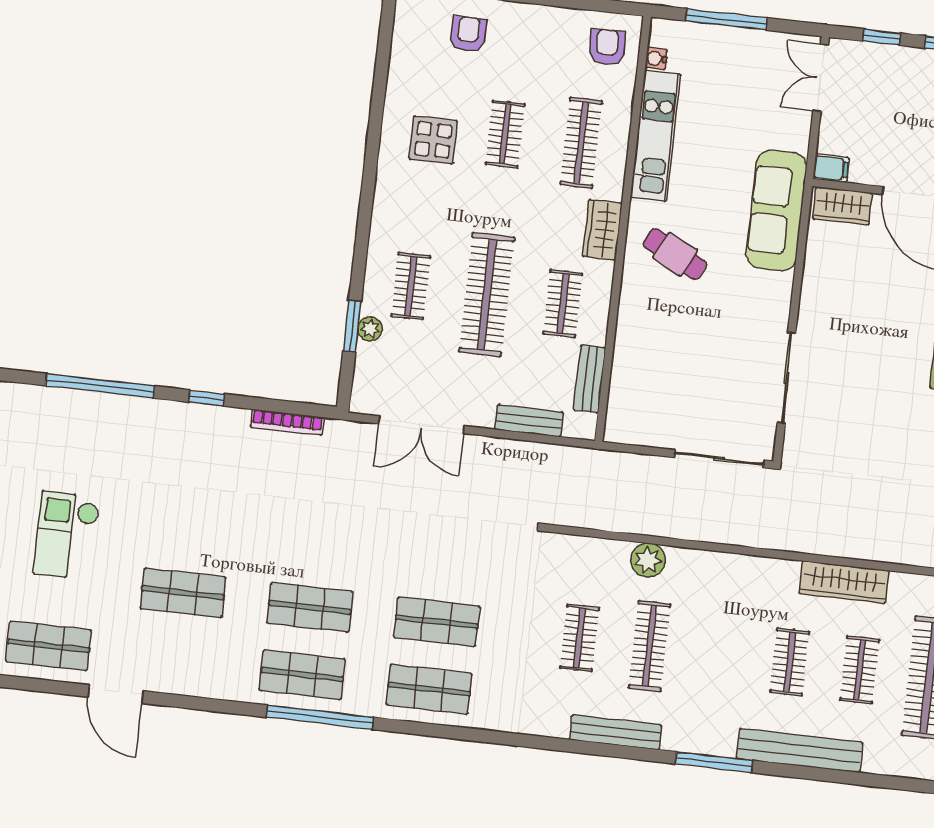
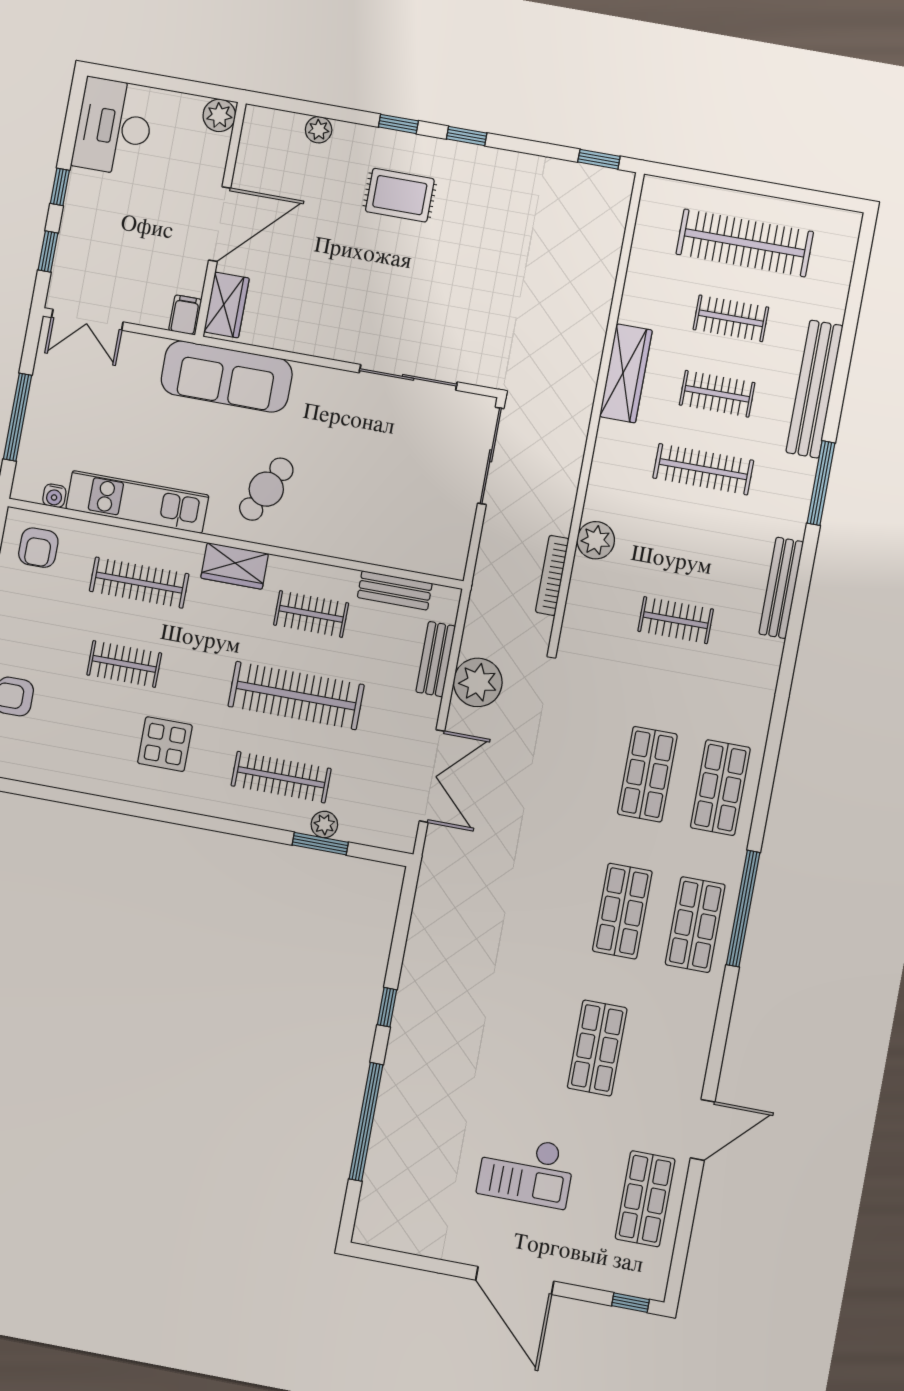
armchair: (607, 47) -> (38, 548), turned -87
display table: (433, 140) -> (165, 744), moved
clothes rail: (411, 286) -> (281, 777), width x1.36
bookcase: (287, 422) -> (552, 575), moved, turned 180
plant: (510, 461) -> (478, 682), added
wardrobe: (844, 582) -> (626, 373), moved
clothes rail: (650, 646) -> (703, 469), moved

